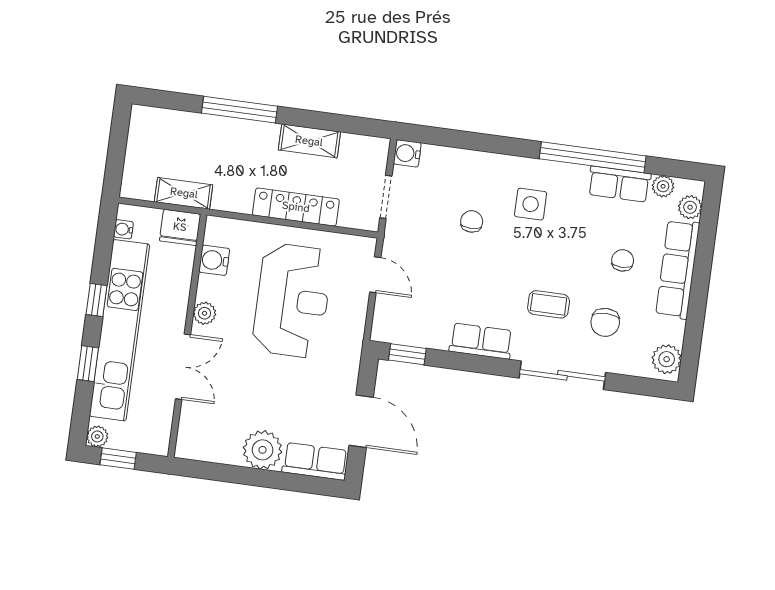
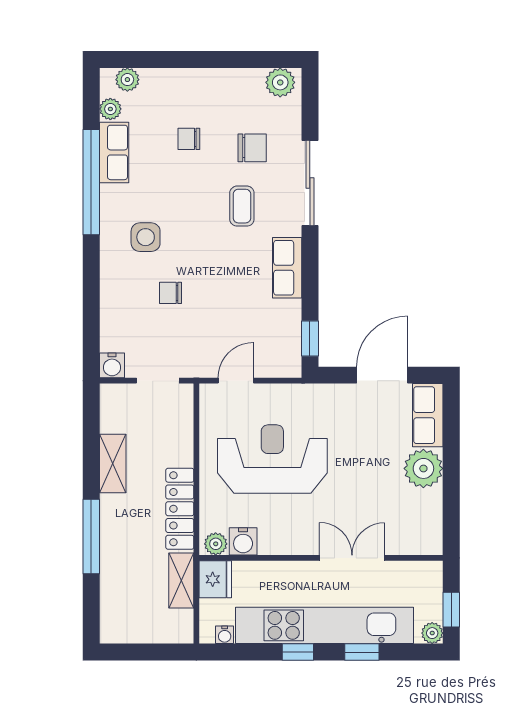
locker: (296, 207) -> (180, 509), moved
row of seats: (678, 269) -> (190, 83), removed
plant: (205, 313) -> (216, 544), moved

